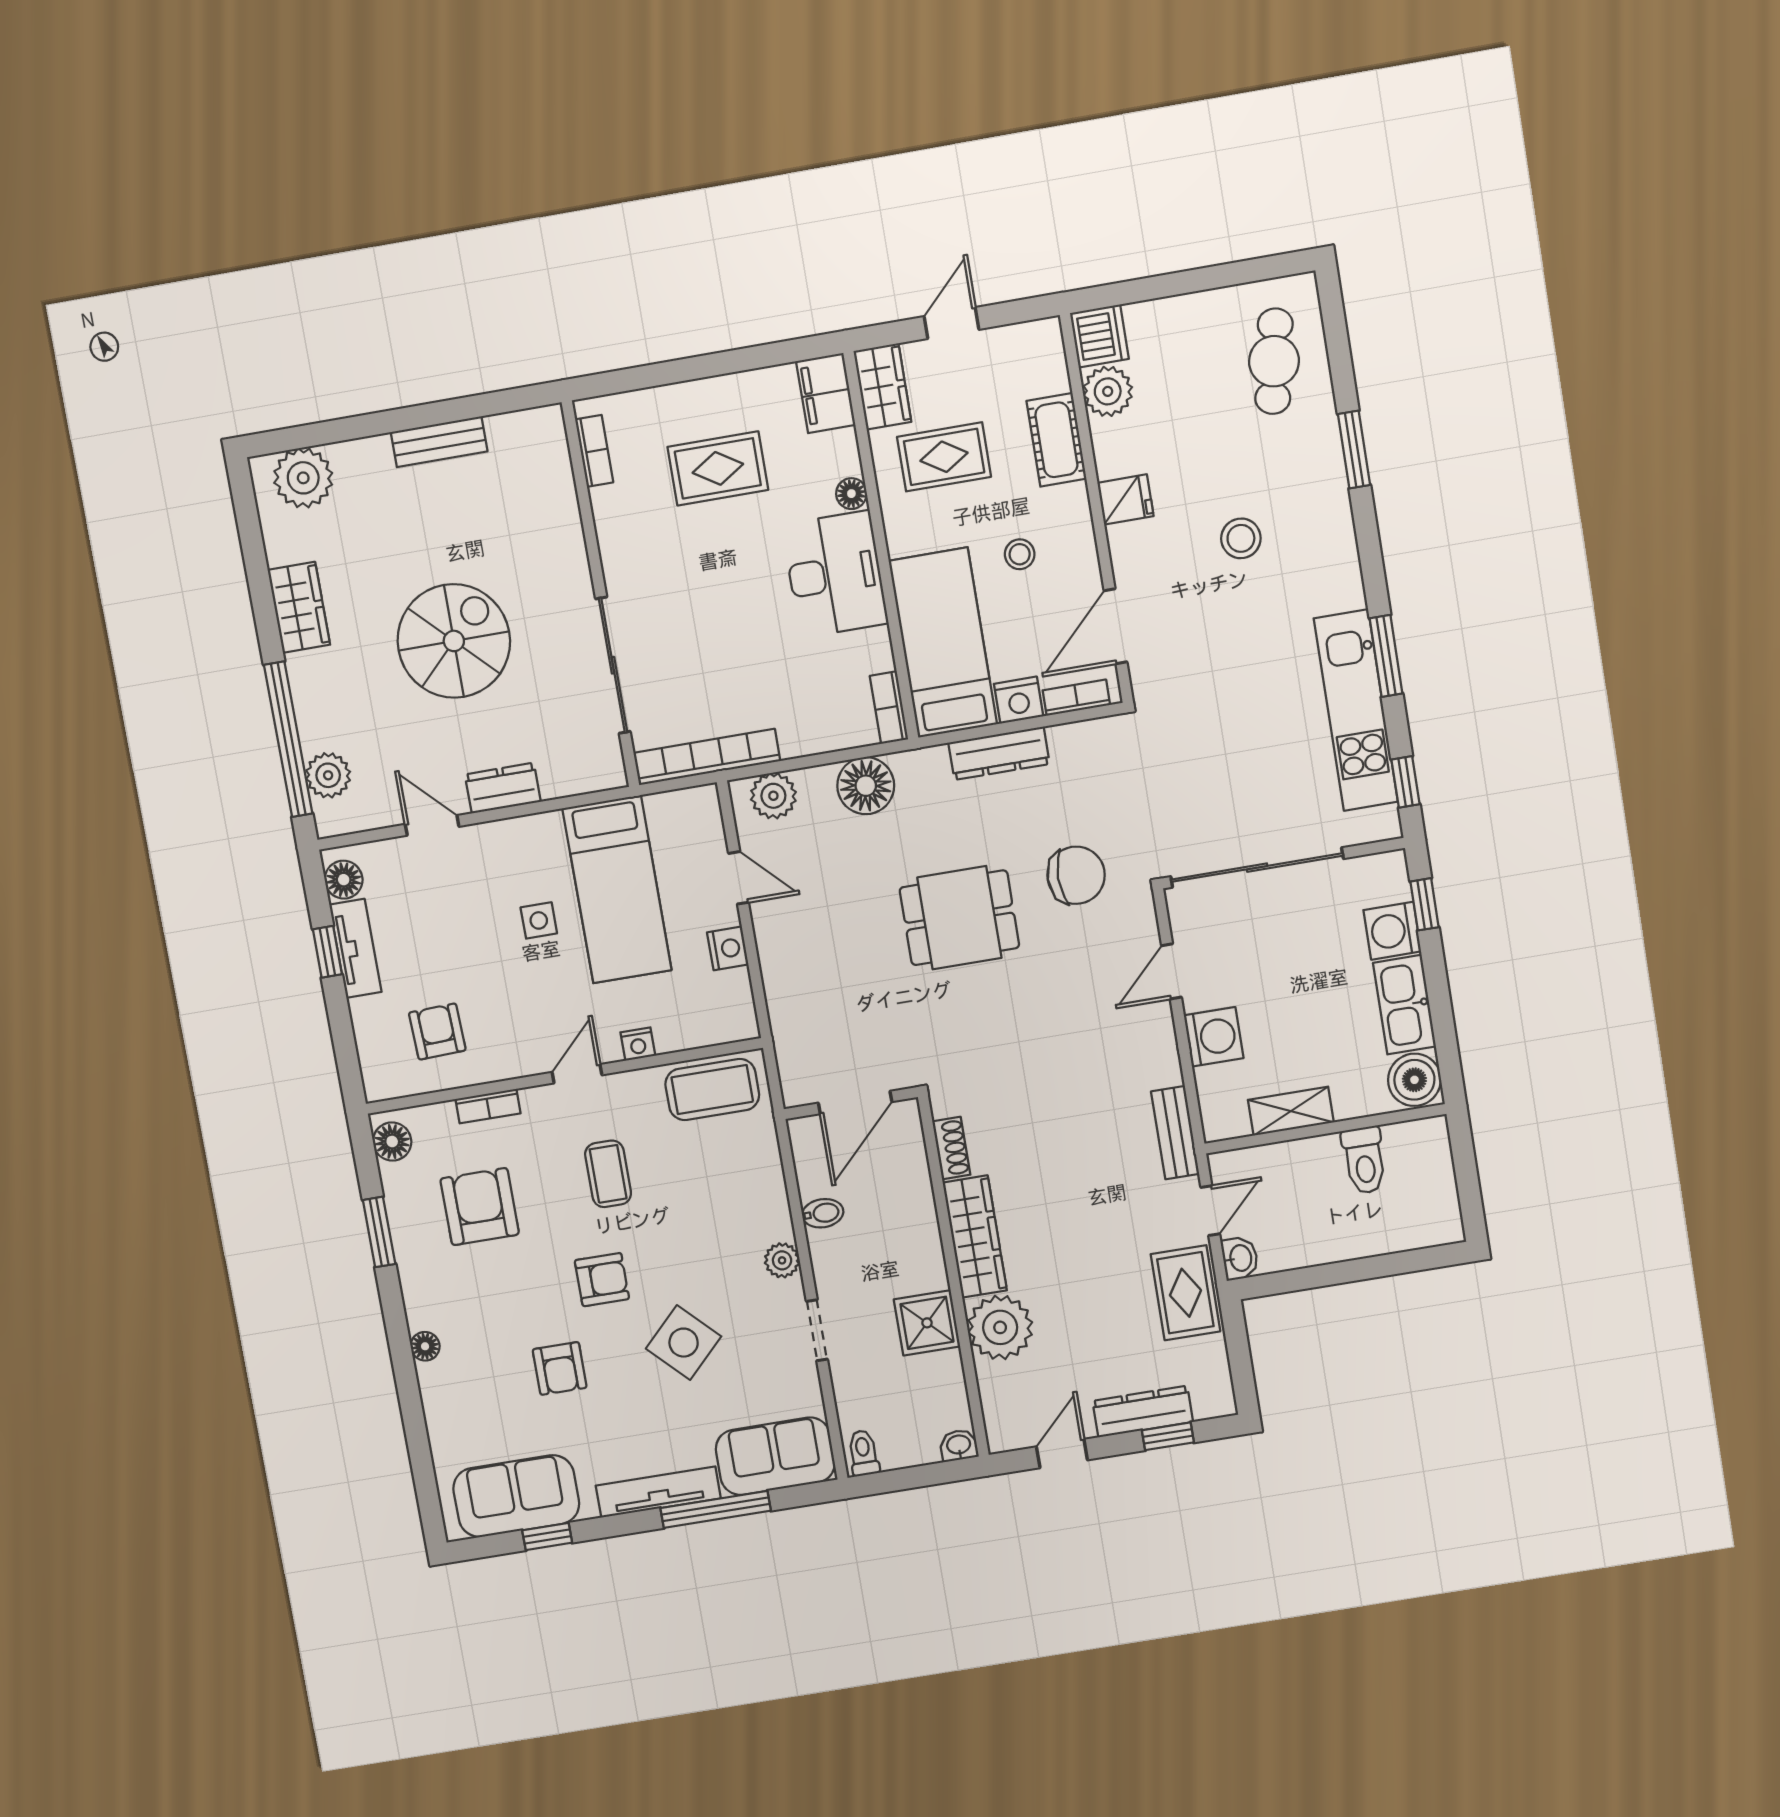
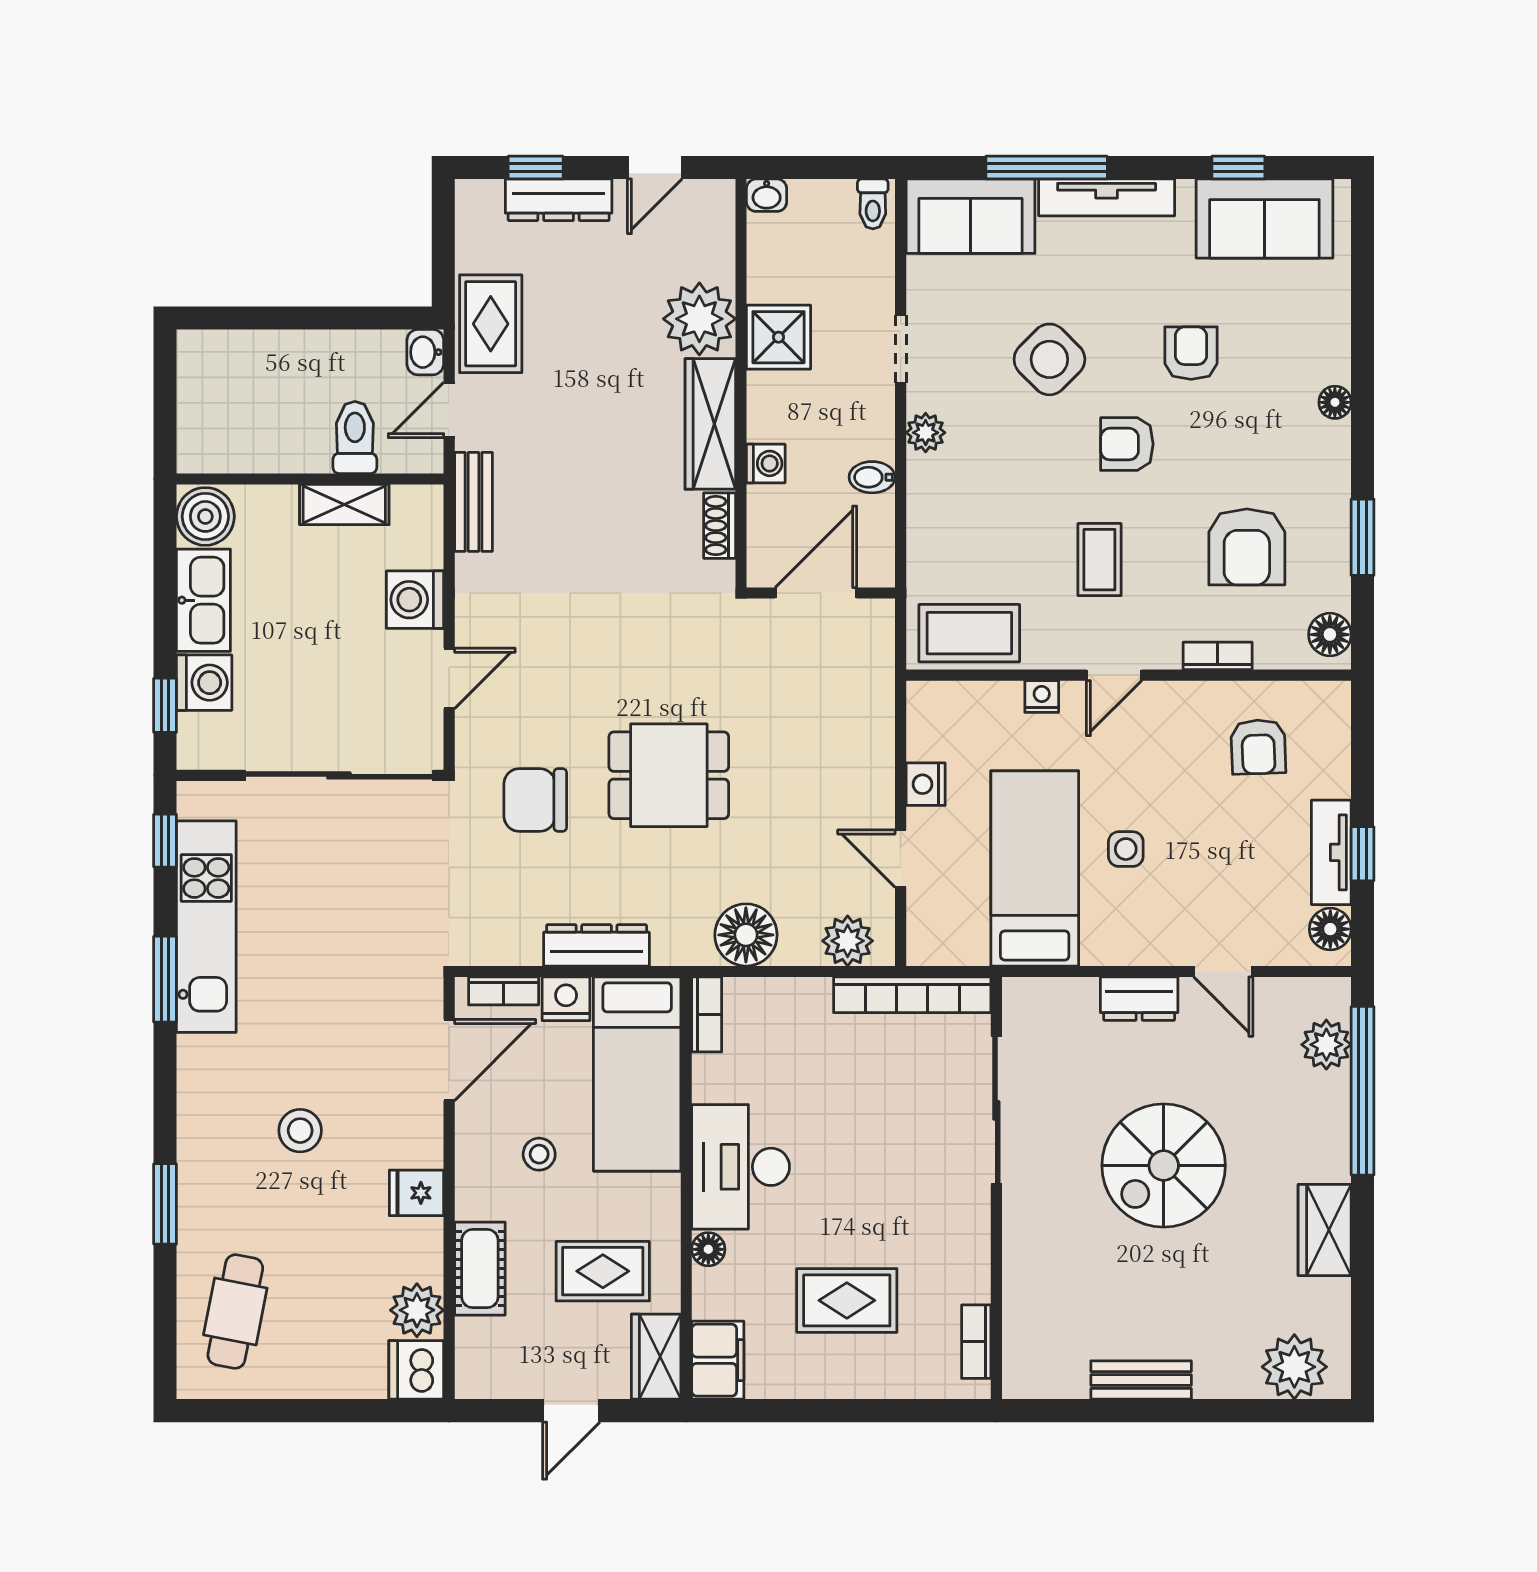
toilet: (1364, 1160) -> (355, 437), moved
washing machine: (919, 1210) -> (766, 463), added

